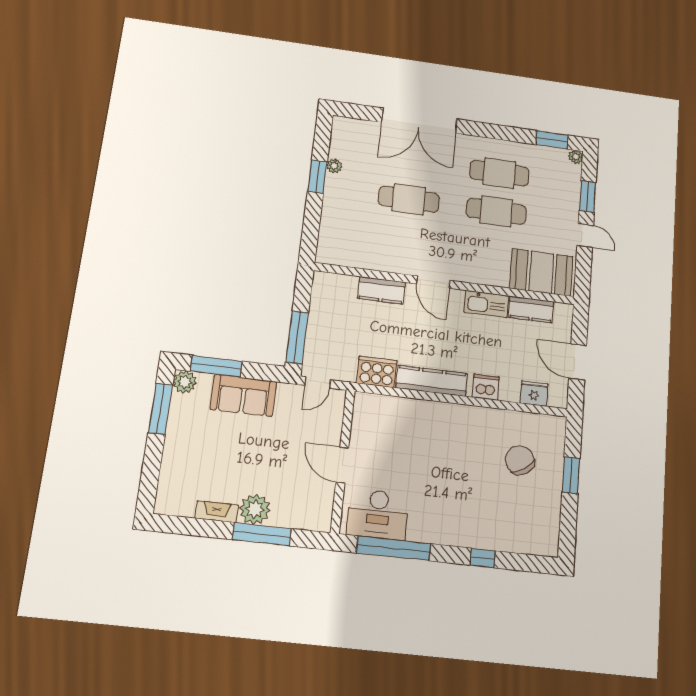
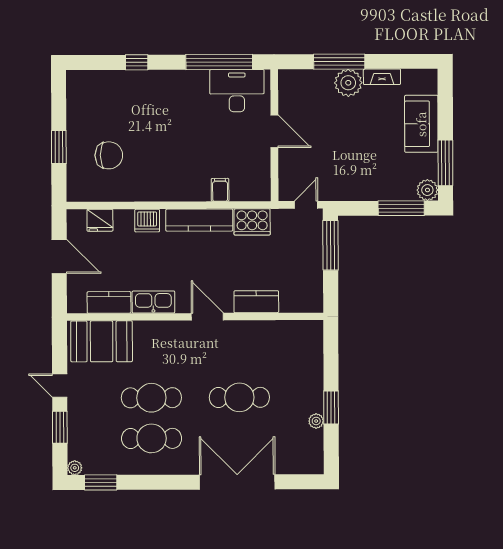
sofa: (243, 395) -> (421, 124), moved, turned -90
filing cabinet: (407, 410) -> (220, 190), added
chair: (520, 460) -> (109, 155), turned -57

